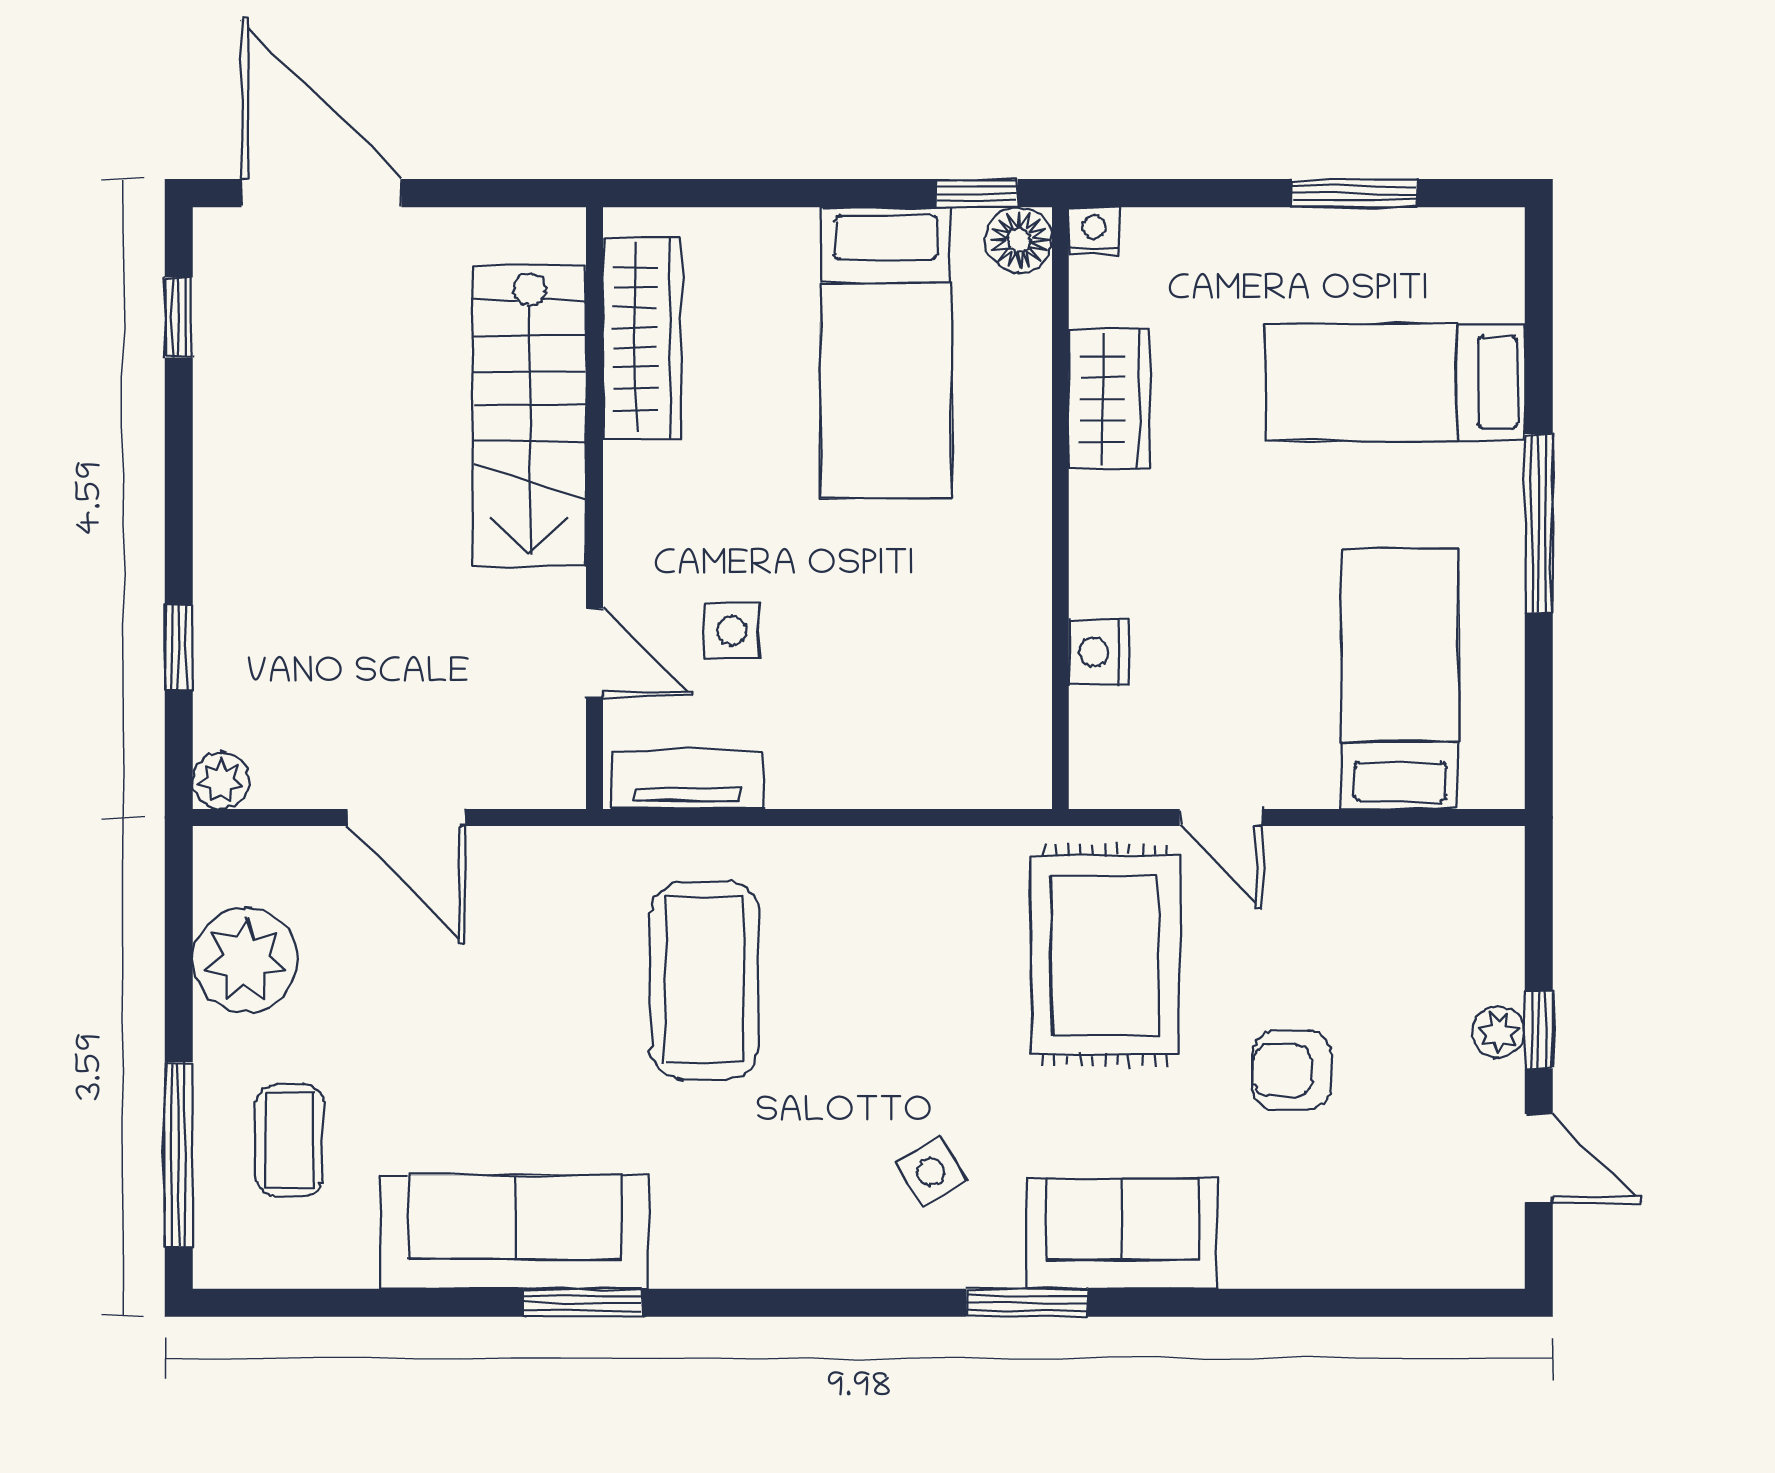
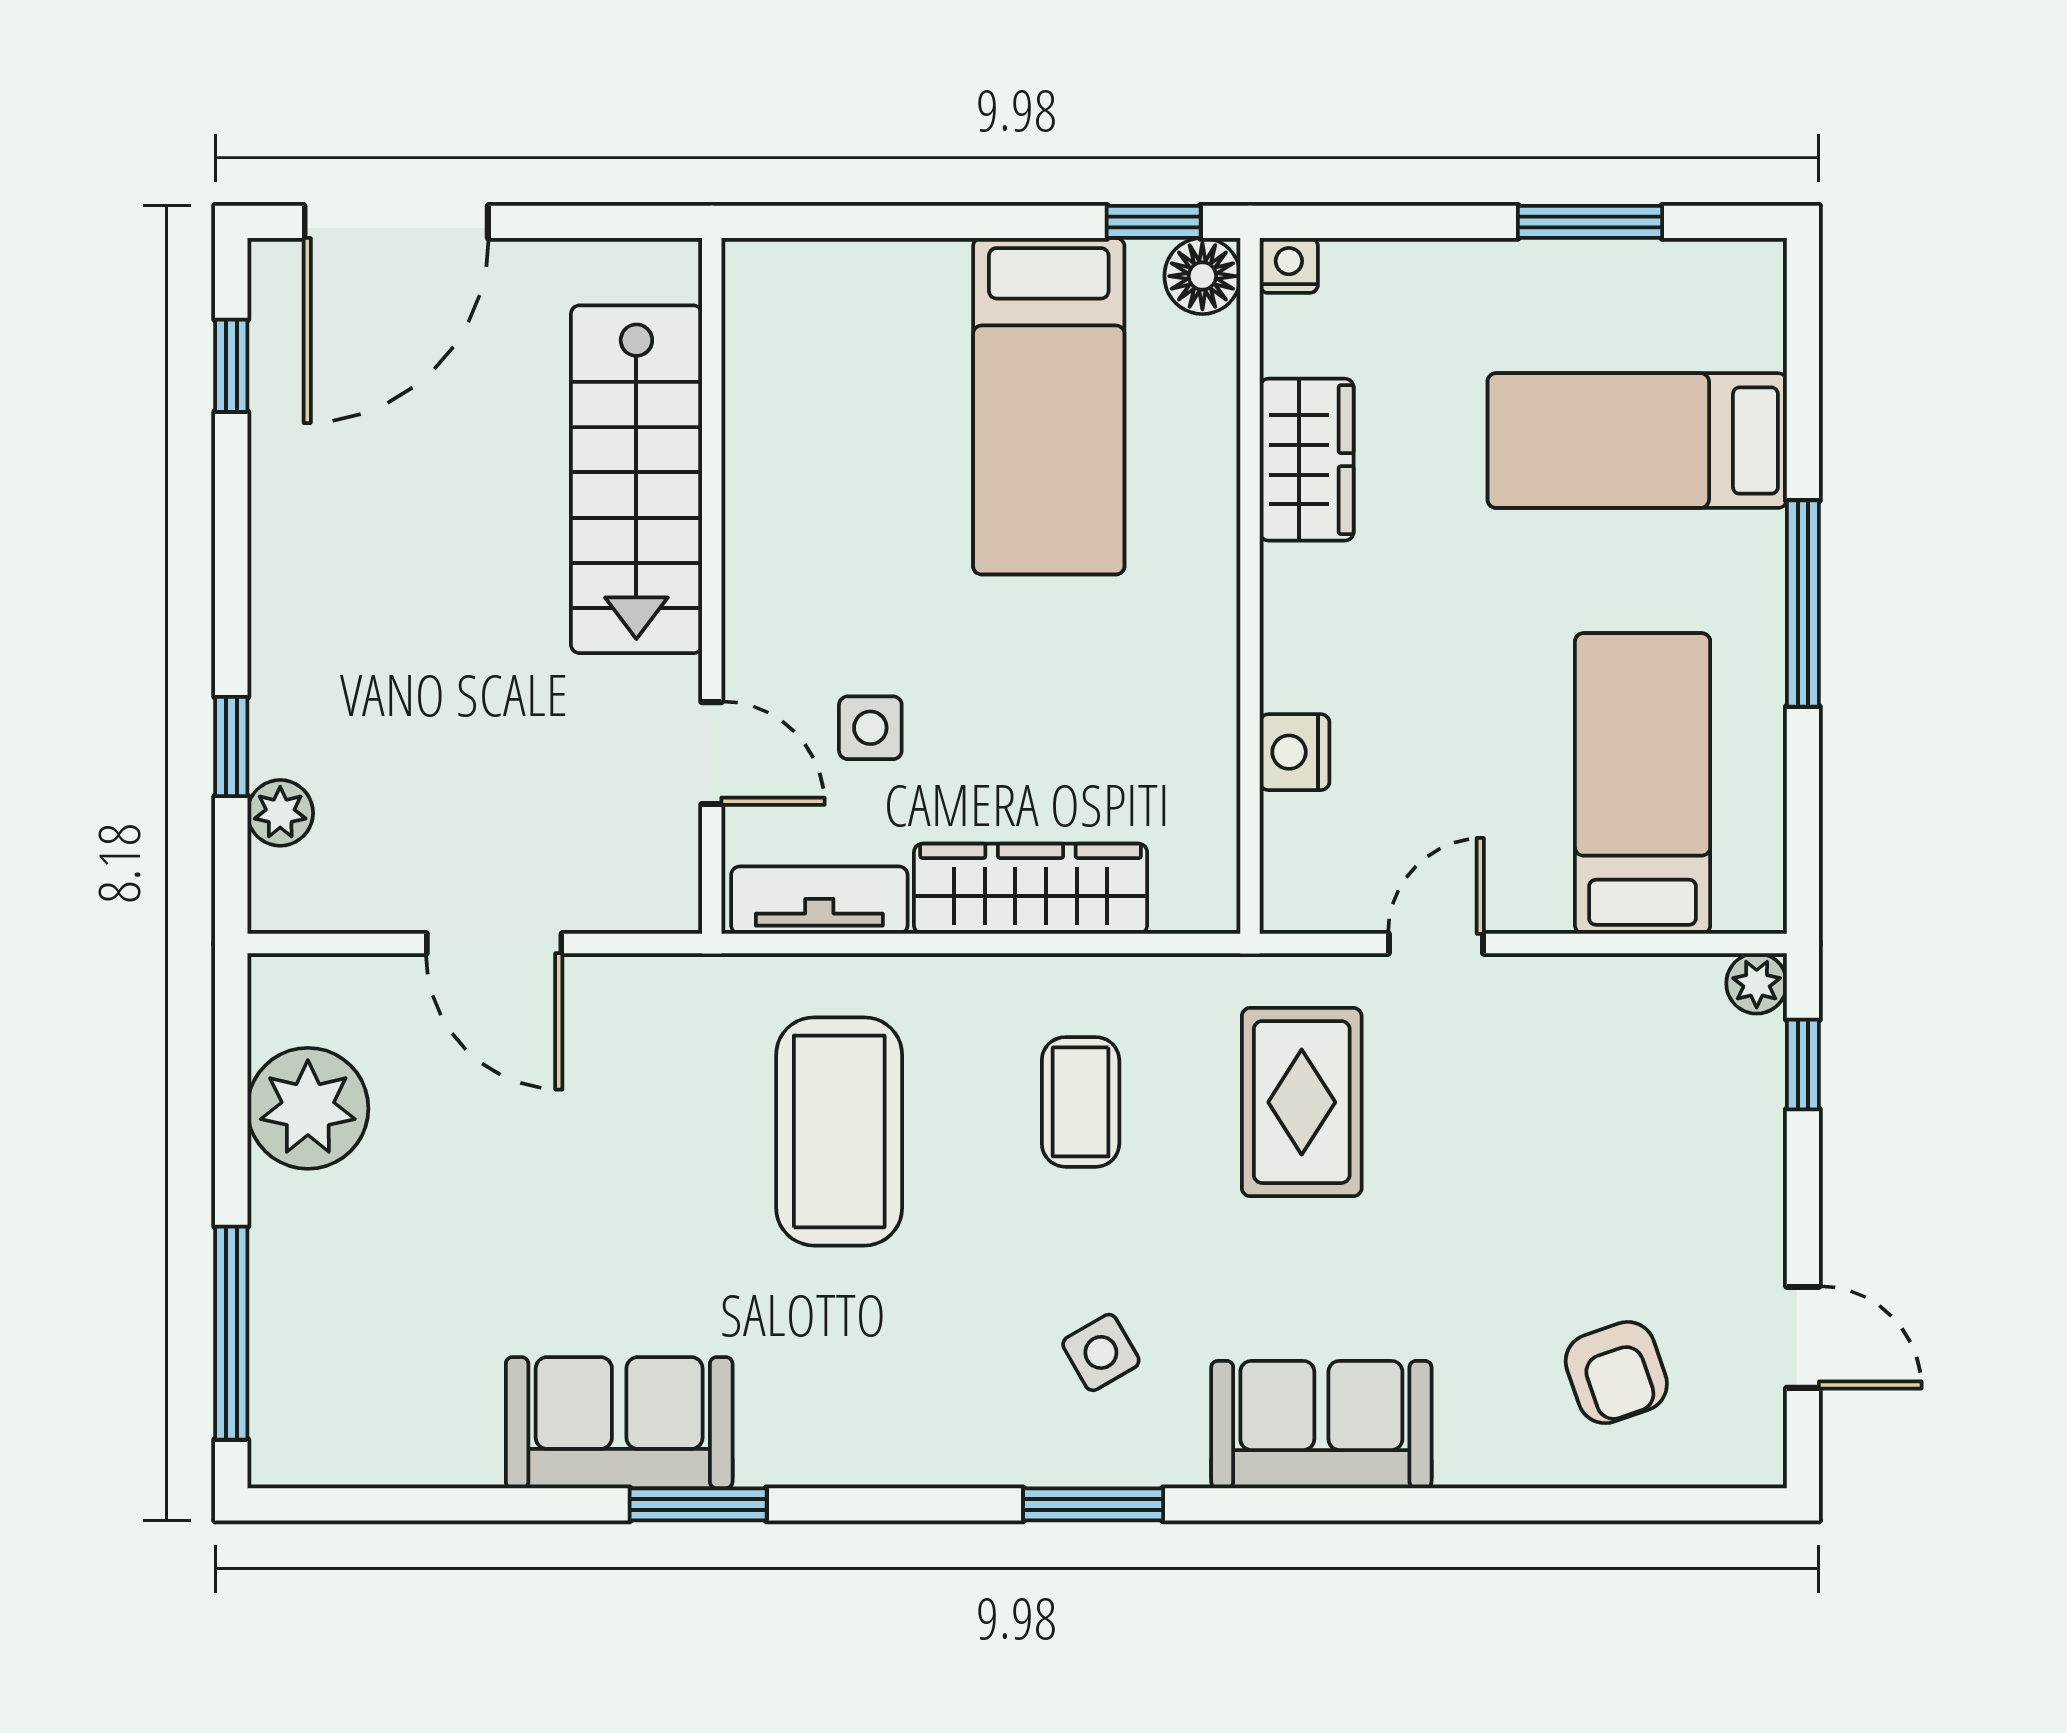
door: (321, 193) -> (396, 222), swing flipped
wardrobe: (642, 338) -> (1031, 889), moved, turned -90
plant: (221, 781) -> (280, 813), moved
door: (1221, 817) -> (1436, 943), swing flipped
rug: (1105, 955) -> (1302, 1102), width x0.73, depth x0.70
window: (1539, 1030) -> (1803, 1065), moved
plant: (1499, 1032) -> (1757, 983), moved
armchair: (1292, 1070) -> (1616, 1373), moved, turned -109
coffee table: (290, 1140) -> (1081, 1102), moved
sofa: (514, 1232) -> (619, 1423), width x0.73
window: (1027, 1303) -> (1093, 1504), moved

